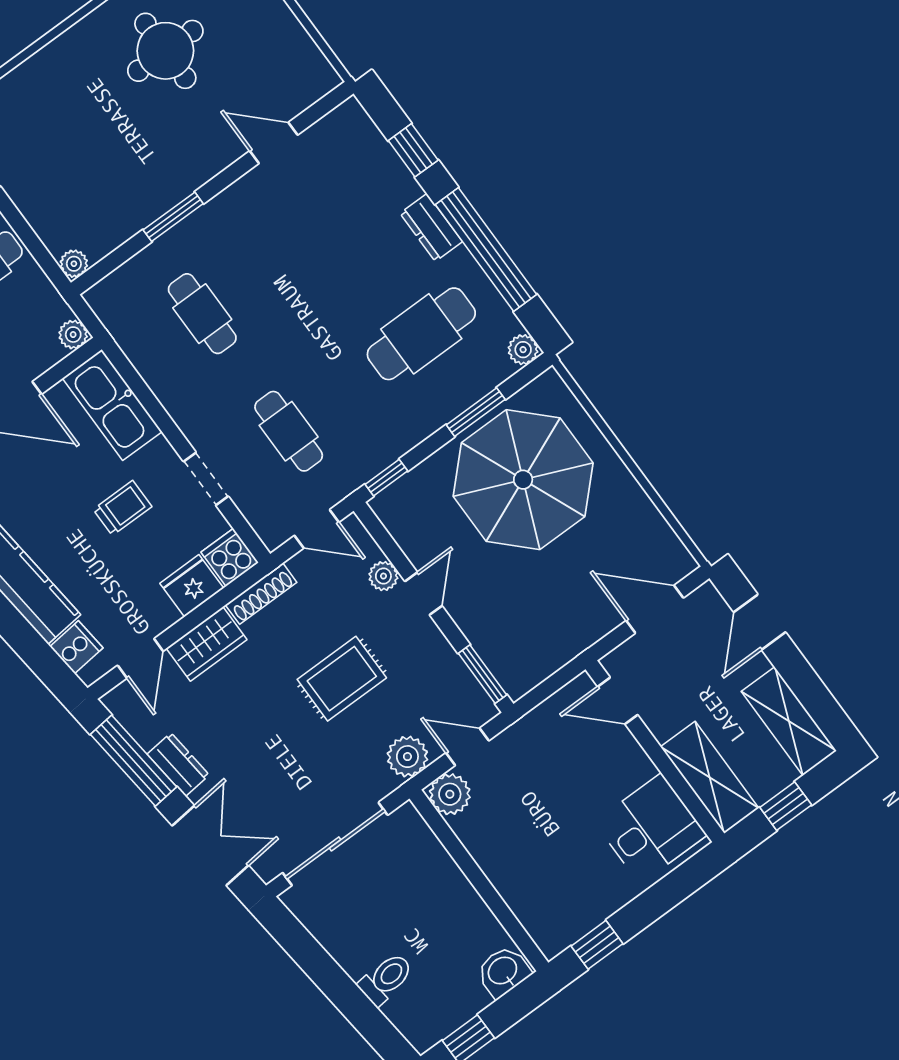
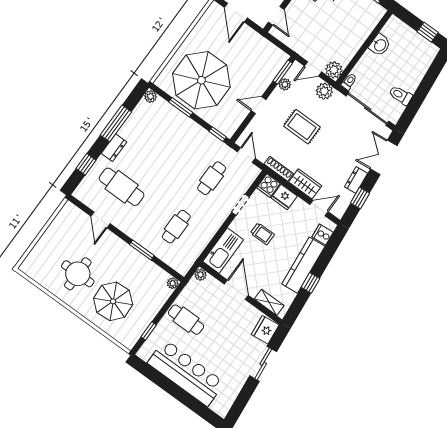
parasol: (76, 112) -> (113, 301), added
window: (486, 249) -> (116, 123), width x0.68
cafe table: (421, 334) -> (122, 187), moved
trolley: (122, 508) -> (262, 234), turned 180
plant: (383, 576) -> (285, 84), moved
door: (467, 747) -> (313, 69), hinge flipped
window: (133, 761) -> (360, 198), width x0.46
toilet: (411, 821) -> (349, 82), added
washbasin: (503, 971) -> (380, 45), moved, turned -90
toilet: (386, 979) -> (401, 95), moved

